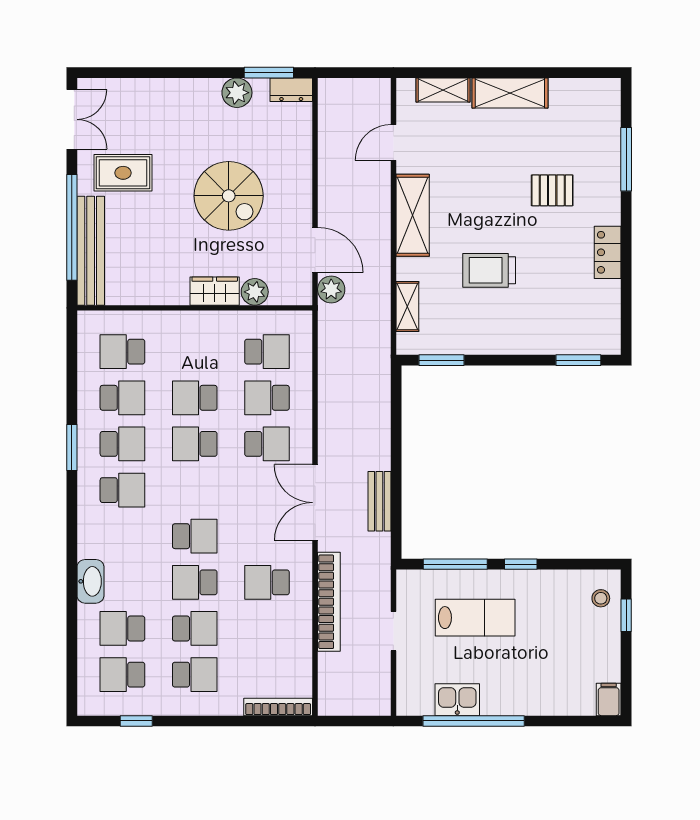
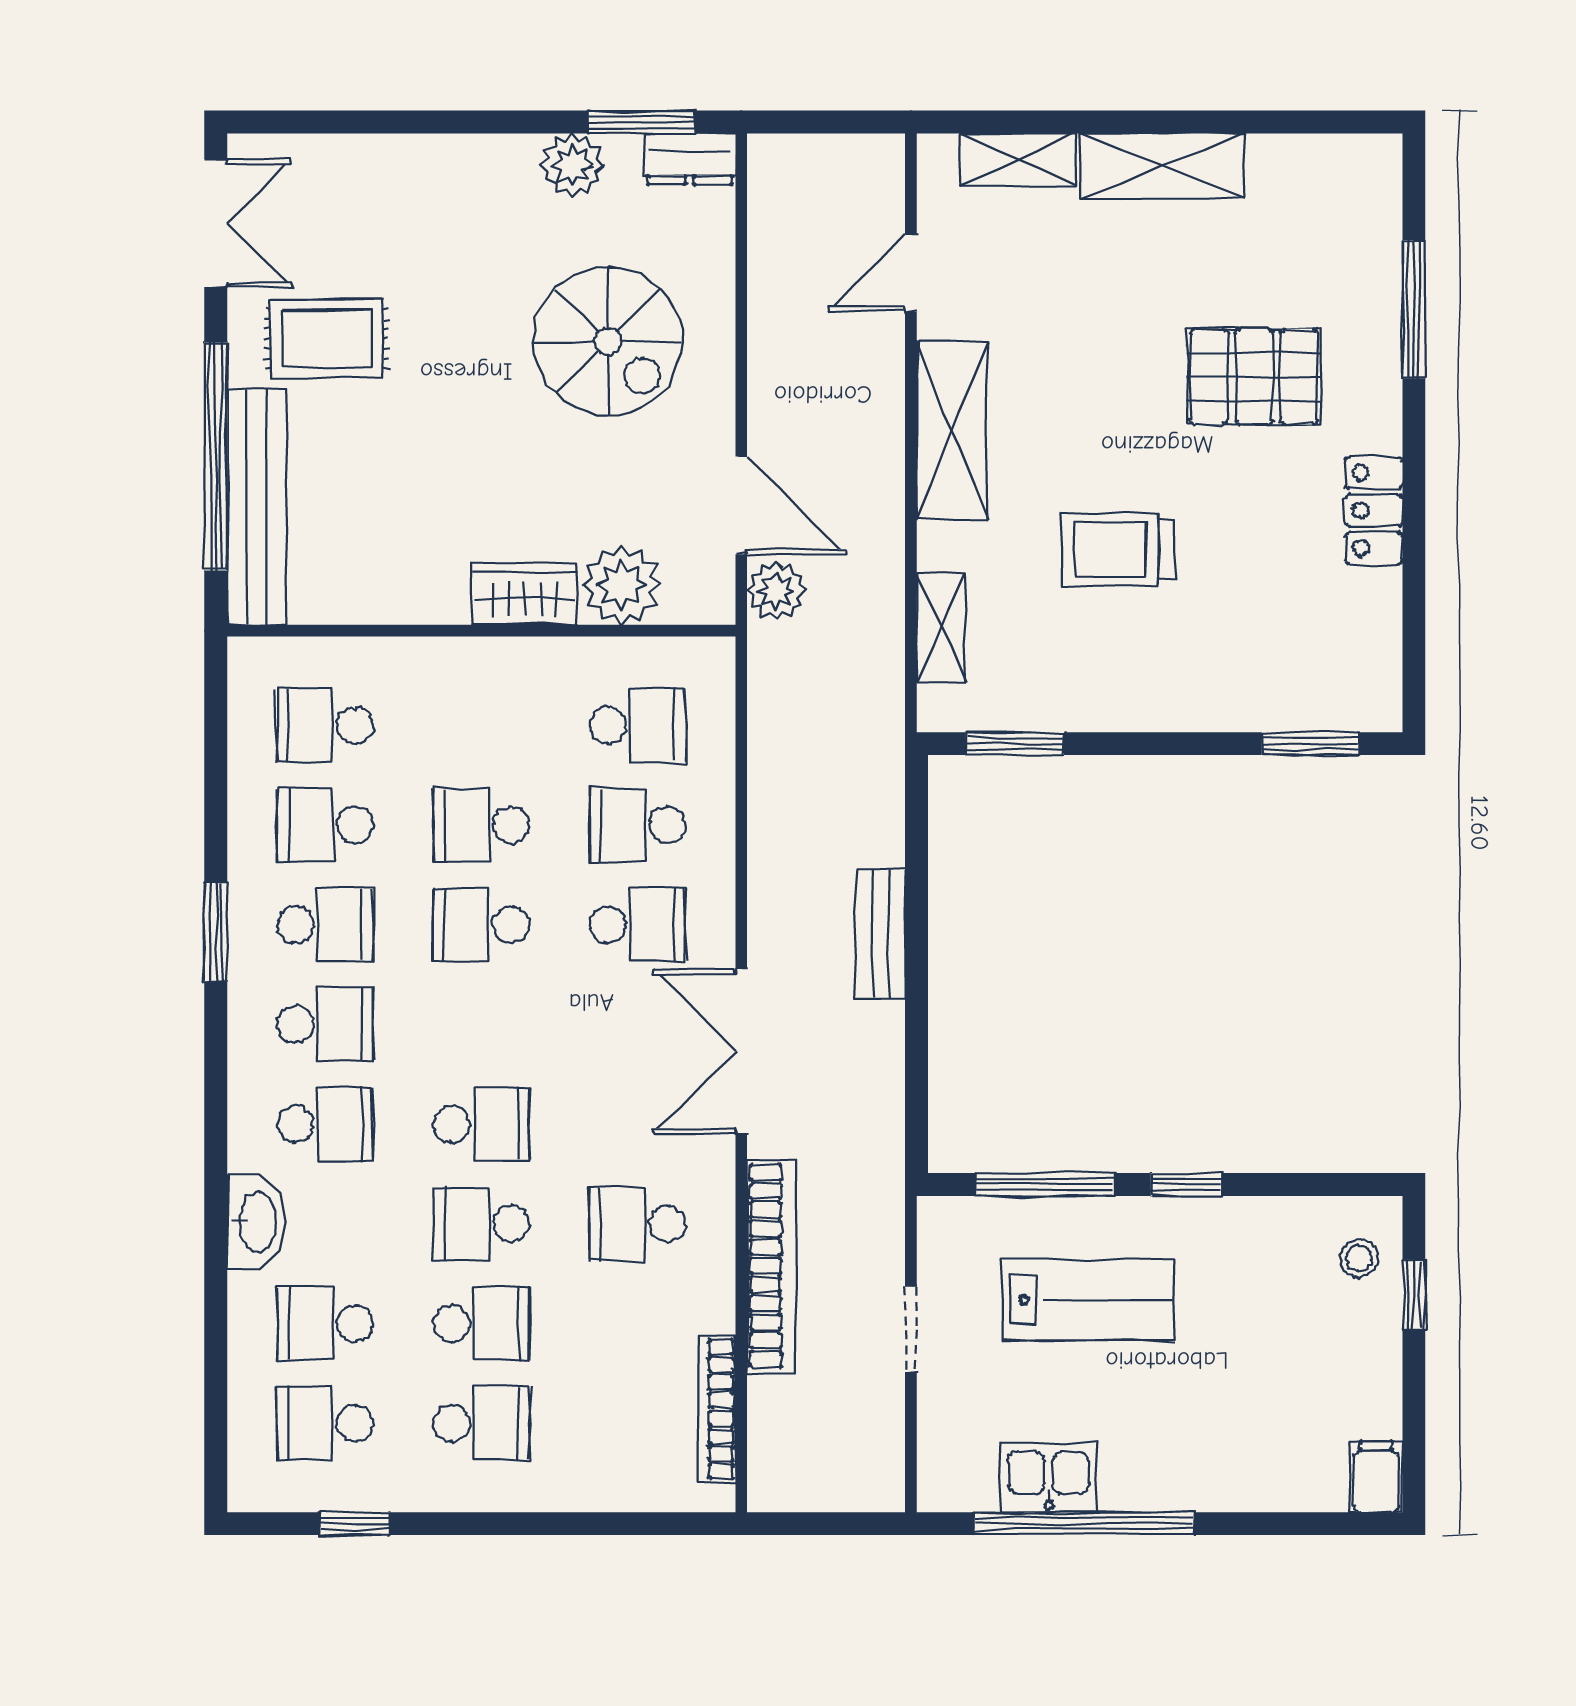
pallet: (552, 190) -> (1254, 377), width x1.50, depth x1.42
spiral stairs: (229, 196) -> (608, 341), moved
plant: (255, 292) -> (622, 585), width x1.36, depth x1.36
school desk: (122, 398) -> (325, 825), turned 180
bench: (379, 501) -> (881, 933), moved
school desk: (122, 536) -> (325, 1124), added
bookcase: (278, 707) -> (717, 1409), moved, turned -90

